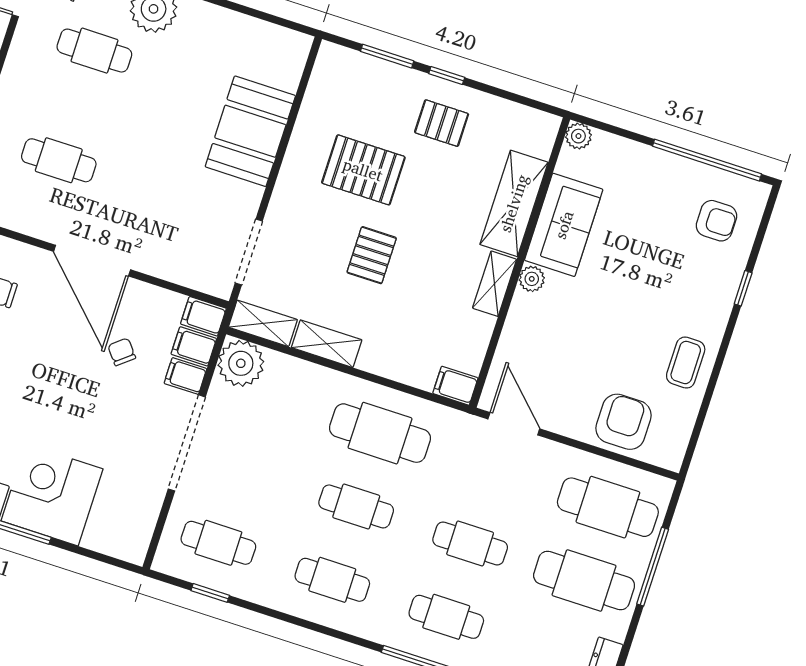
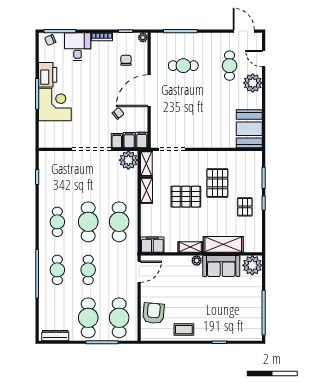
booth: (250, 131) -> (249, 129), moved, turned 90
plant: (578, 136) -> (252, 265), width x1.88, depth x1.88
cafe table: (59, 160) -> (183, 66), turned 90
armchair: (716, 221) -> (242, 324), removed
pallet: (372, 255) -> (186, 197), width x1.50, depth x1.42
filing cabinet: (455, 386) -> (152, 245), width x2.00
armchair: (623, 422) -> (154, 313), turned -85
cafe table: (356, 506) -> (88, 222), width x1.37, depth x1.35
cafe table: (218, 543) -> (57, 174), removed

